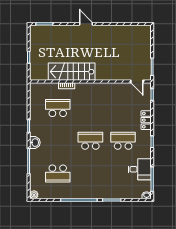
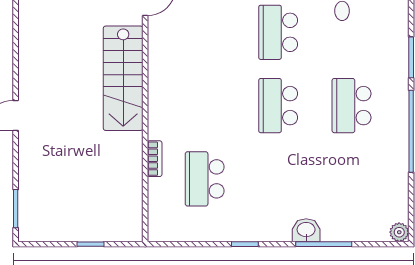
stairs: (72, 72) -> (123, 78), moved
washbasin: (35, 143) -> (306, 230), moved
school desk: (58, 173) -> (352, 106), moved, turned 180

